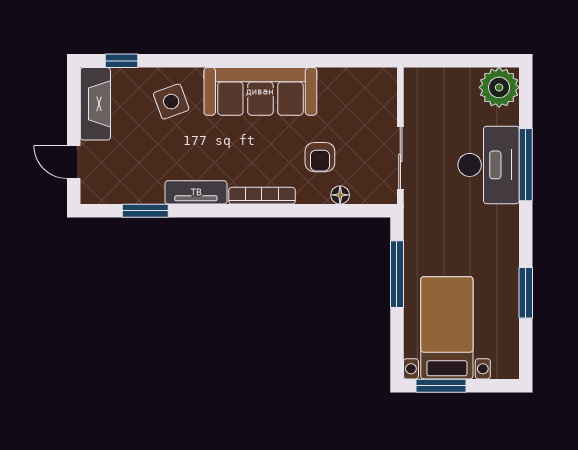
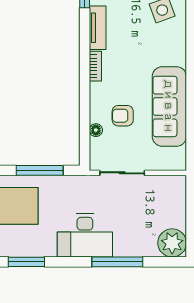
sofa: (260, 91) -> (169, 106), moved
desk: (489, 165) -> (85, 235), moved
bookcase: (262, 196) -> (95, 66), width x0.64

